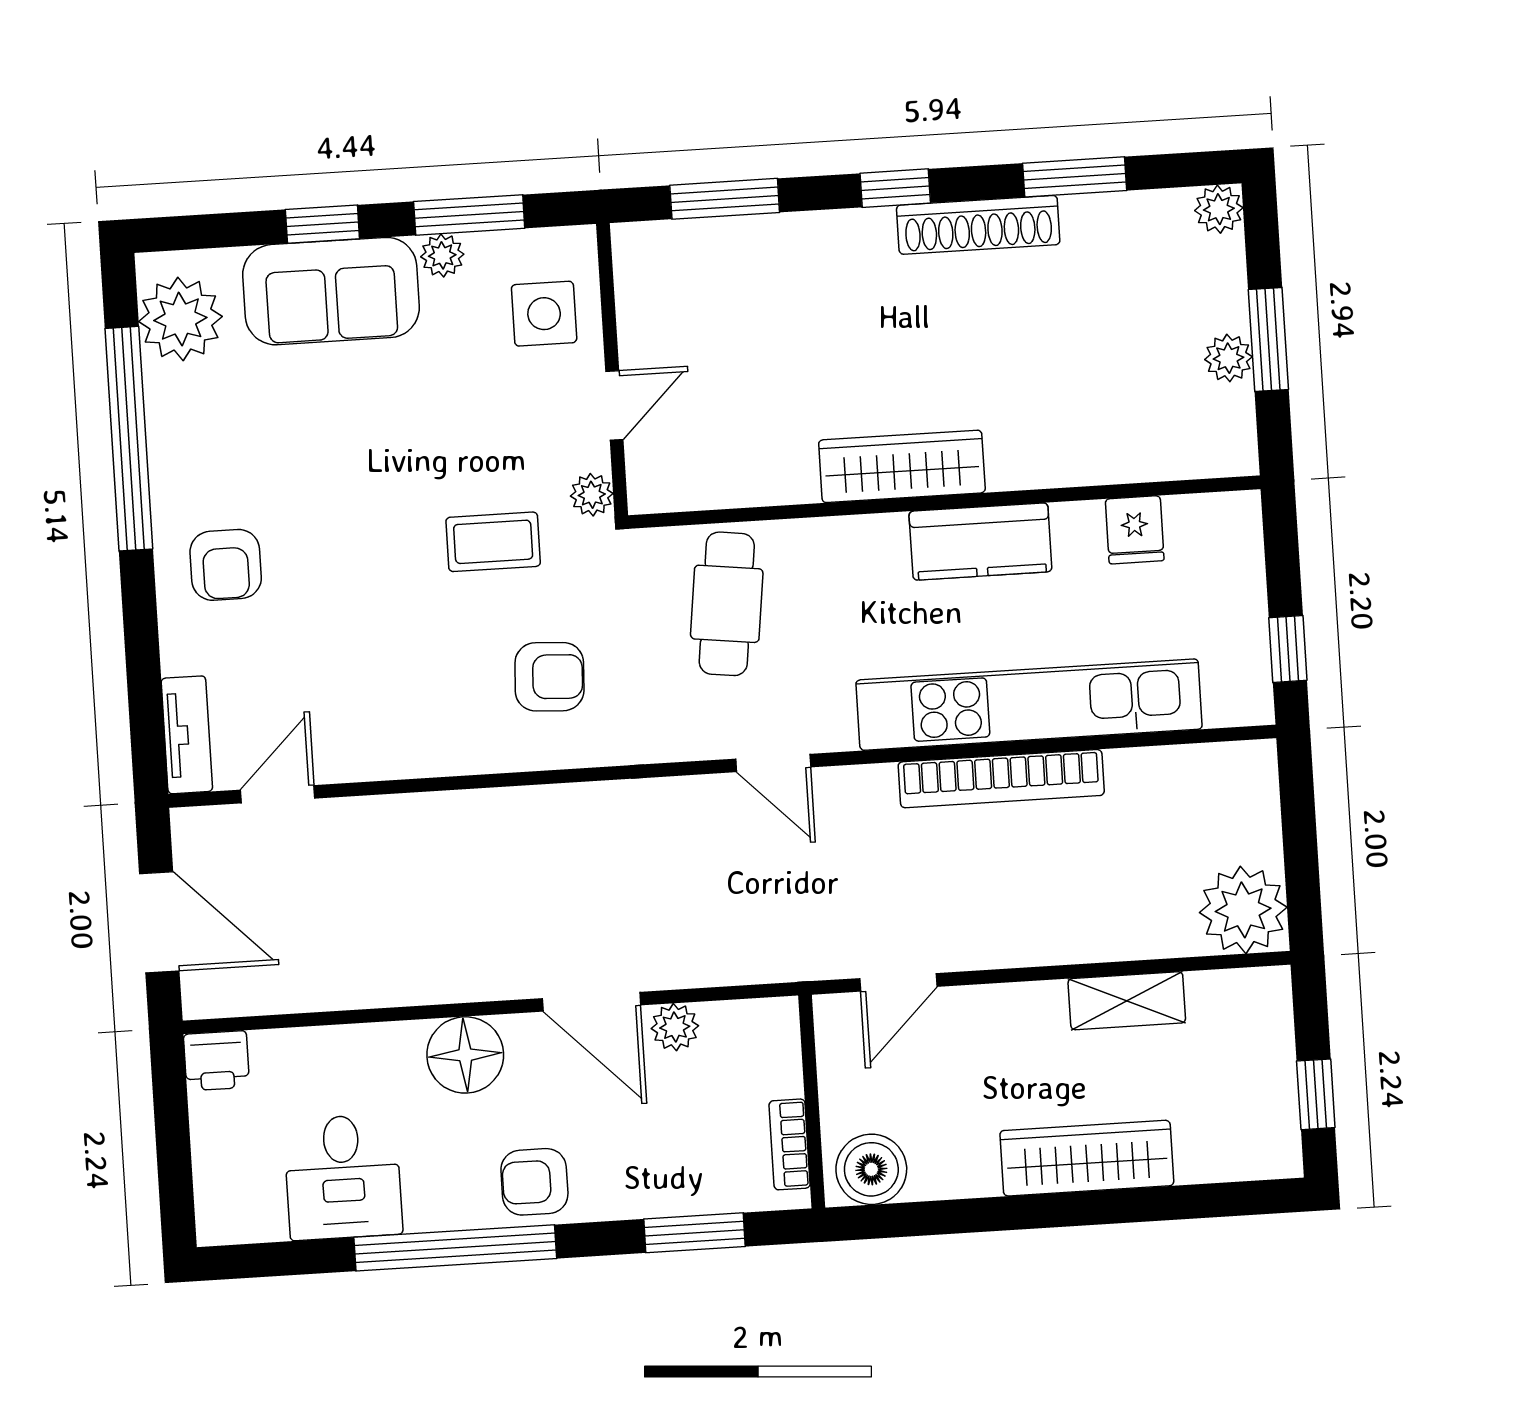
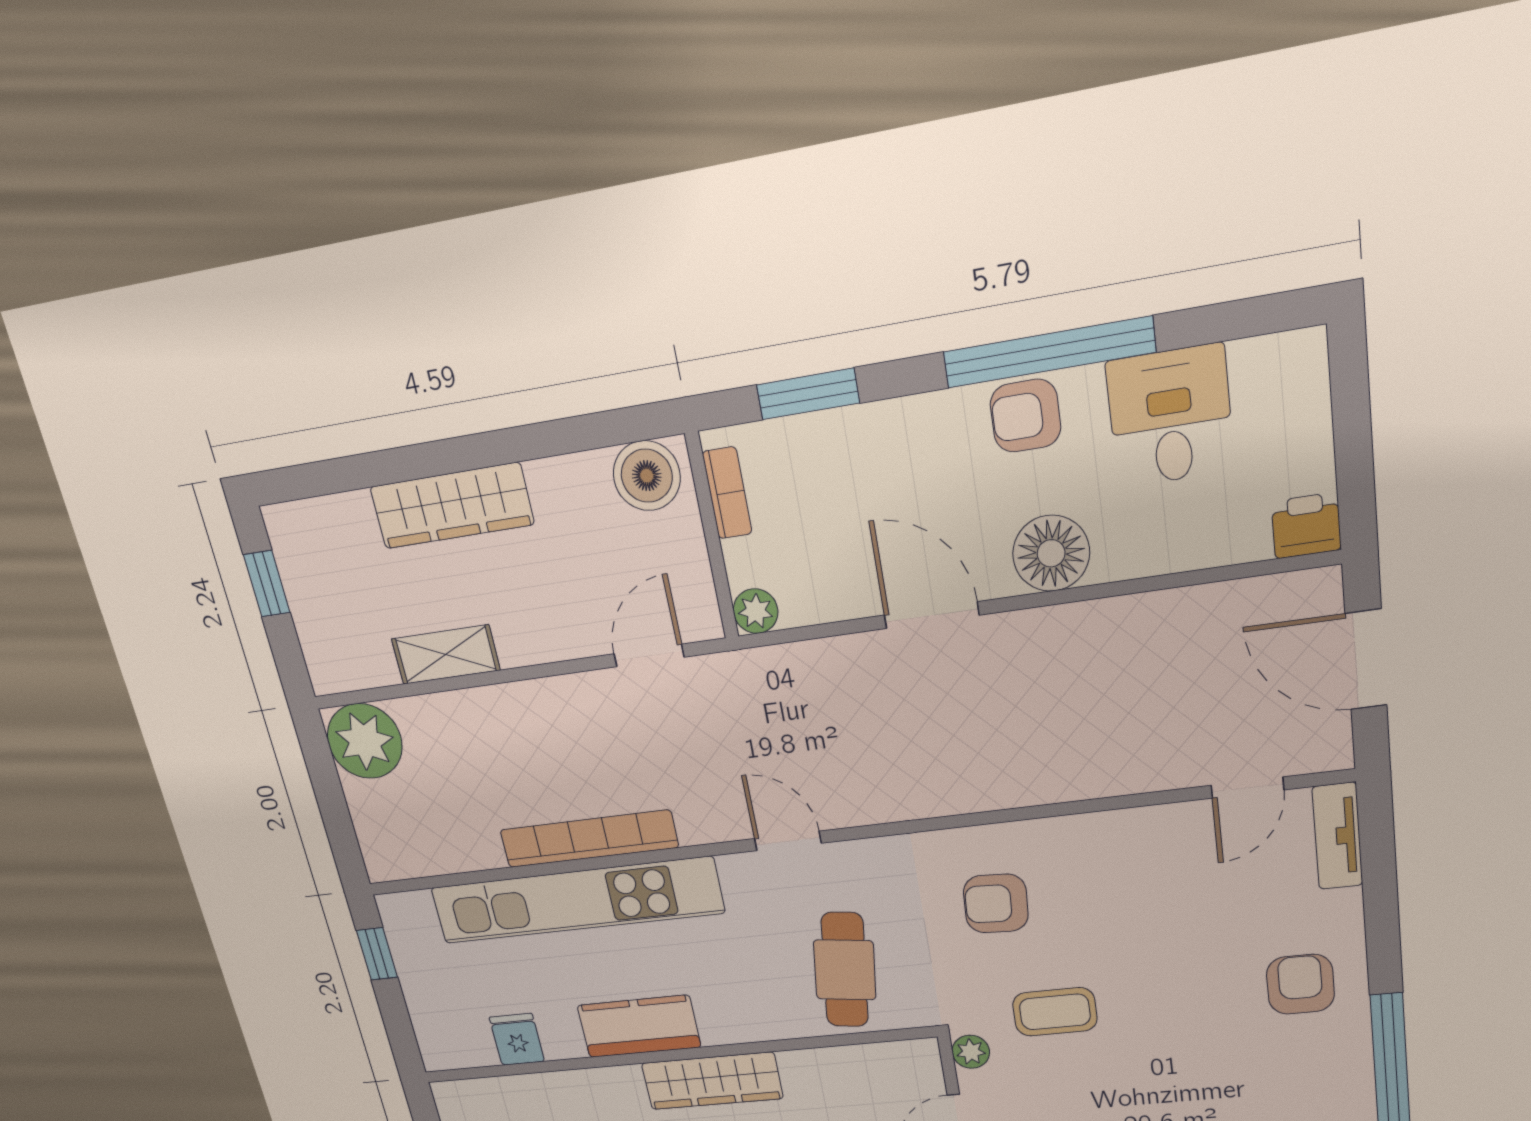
plant: (675, 1027) -> (756, 611), moved
armchair: (534, 1182) -> (1026, 416), moved, turned 180

